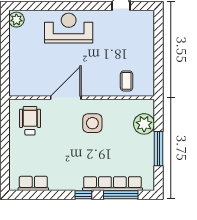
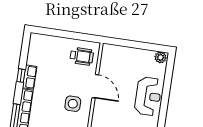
row of seats: (33, 183) -> (30, 77), moved
window: (83, 195) -> (21, 76), moved

